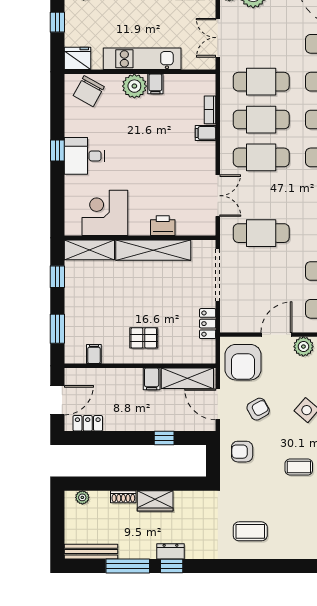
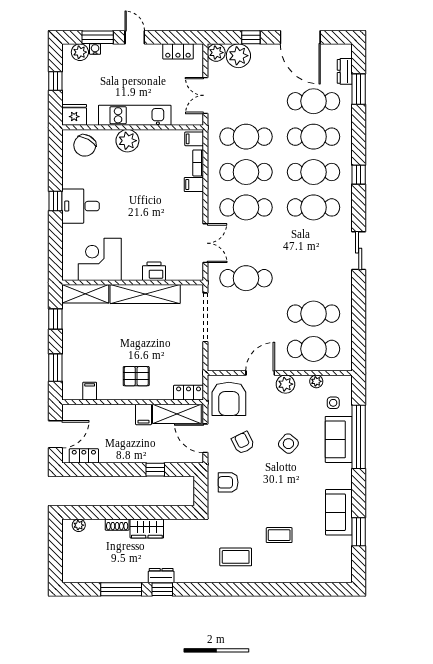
filing cabinet: (155, 84) -> (194, 139), moved, turned 90
locker: (208, 324) -> (189, 393), moved, turned 90
armchair: (258, 409) -> (243, 443), turned -87
coffee table: (299, 467) -> (279, 535), moved
bench: (91, 552) -> (87, 576), removed

